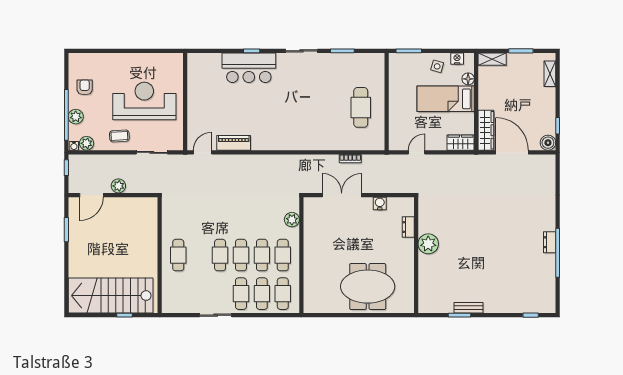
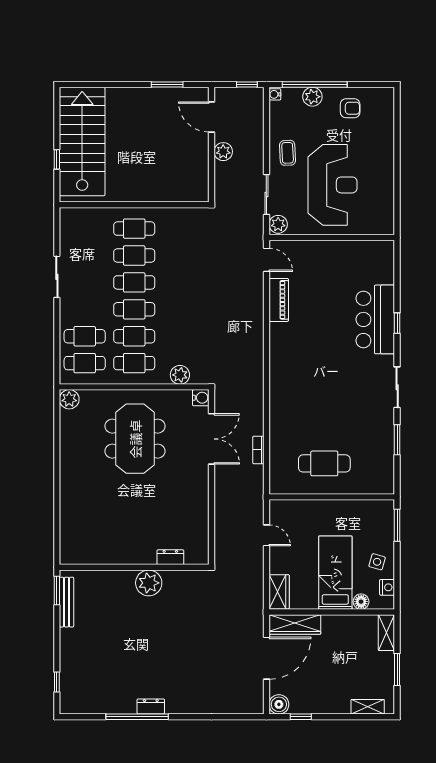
plant: (87, 143) -> (278, 224), moved
water cooler: (380, 203) -> (201, 398), moved
dresser: (408, 227) -> (170, 557), moved
plant: (428, 244) -> (149, 583), moved
wall: (416, 255) -> (134, 567), moved
meeting table: (368, 287) -> (135, 439), moved
cafe table: (241, 294) -> (134, 256), moved
plant: (311, 306) -> (69, 399), added
bench: (468, 308) -> (67, 602), width x1.36

